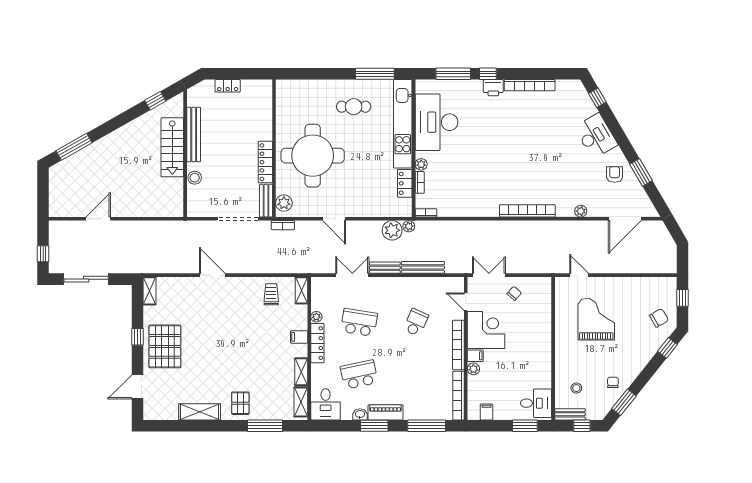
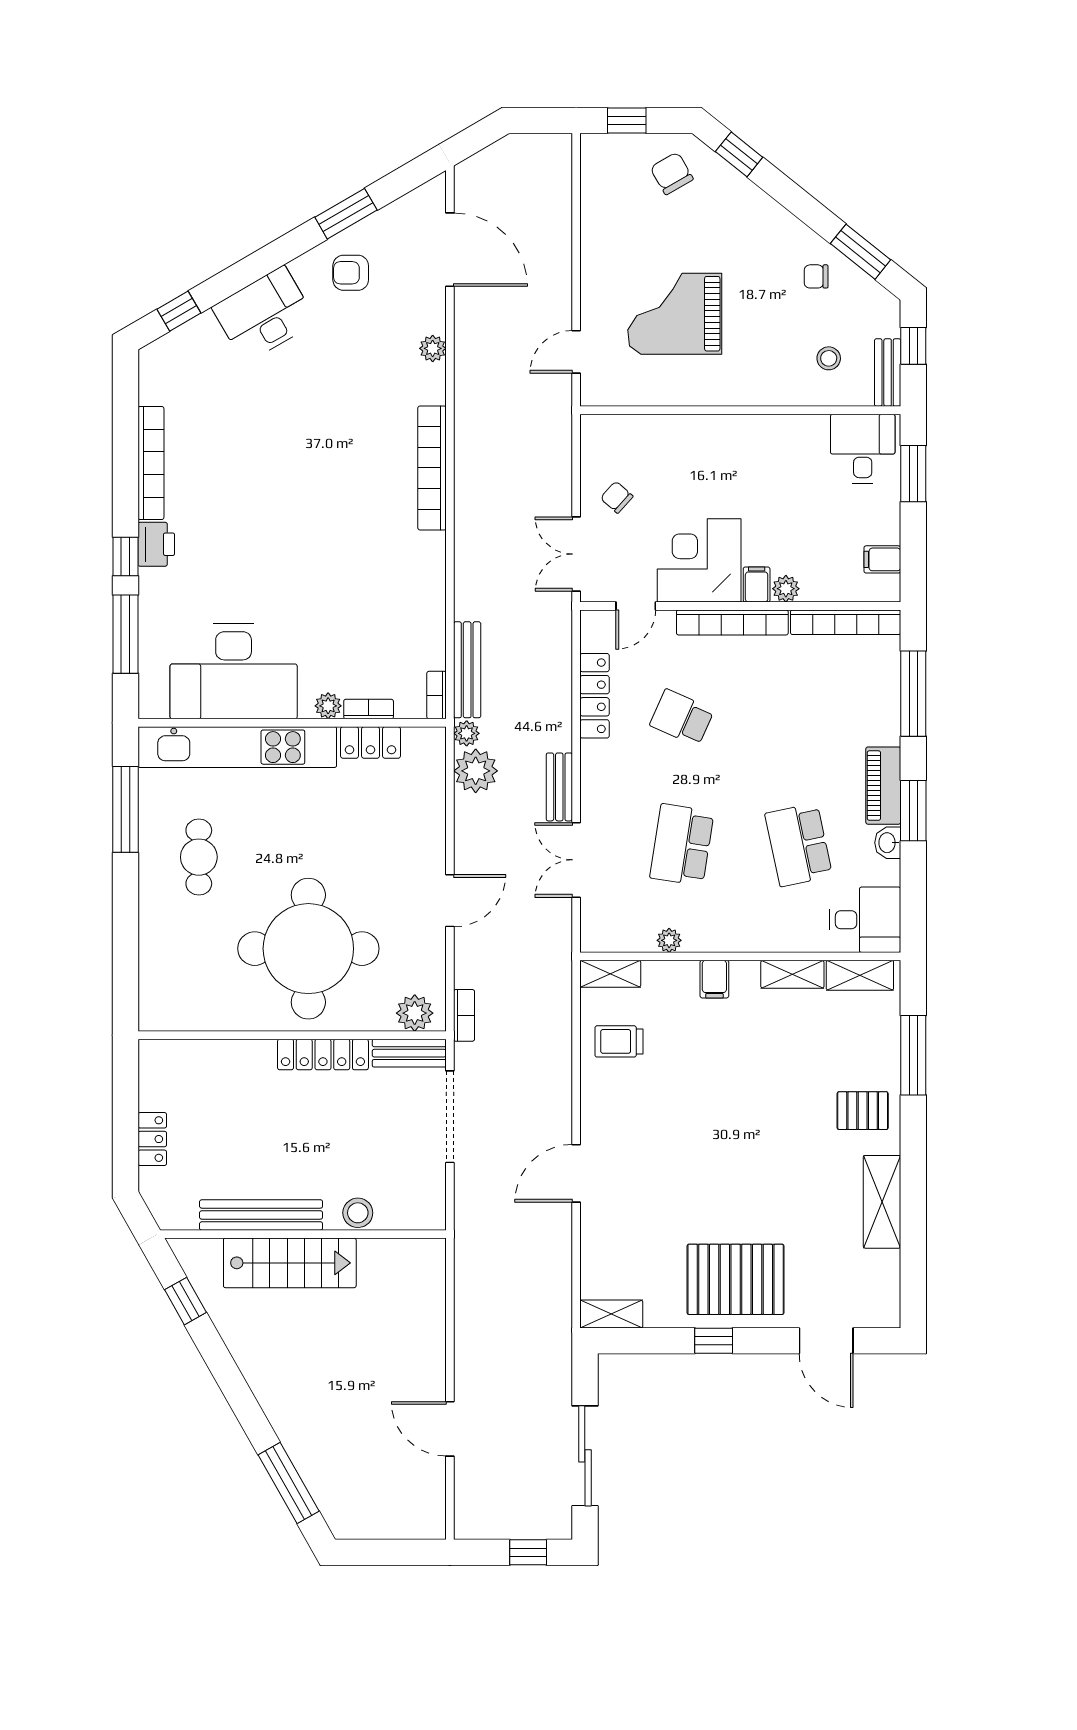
bench: (423, 267) -> (467, 670), moved
locker: (317, 343) -> (595, 696), moved, turned 90

